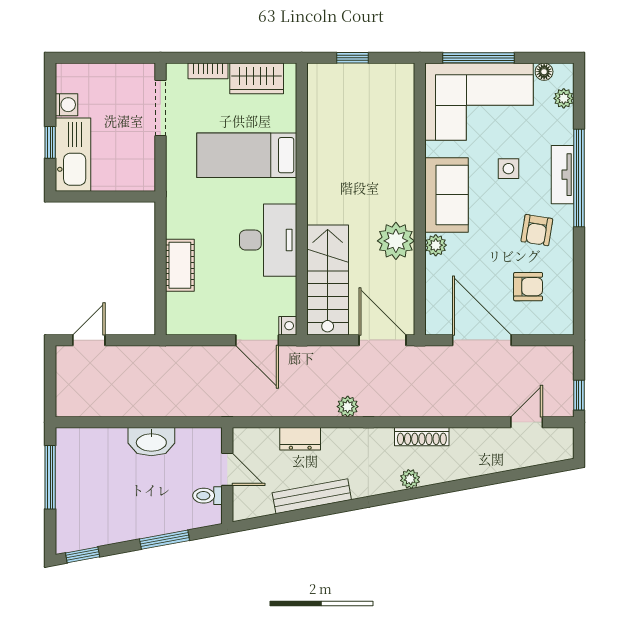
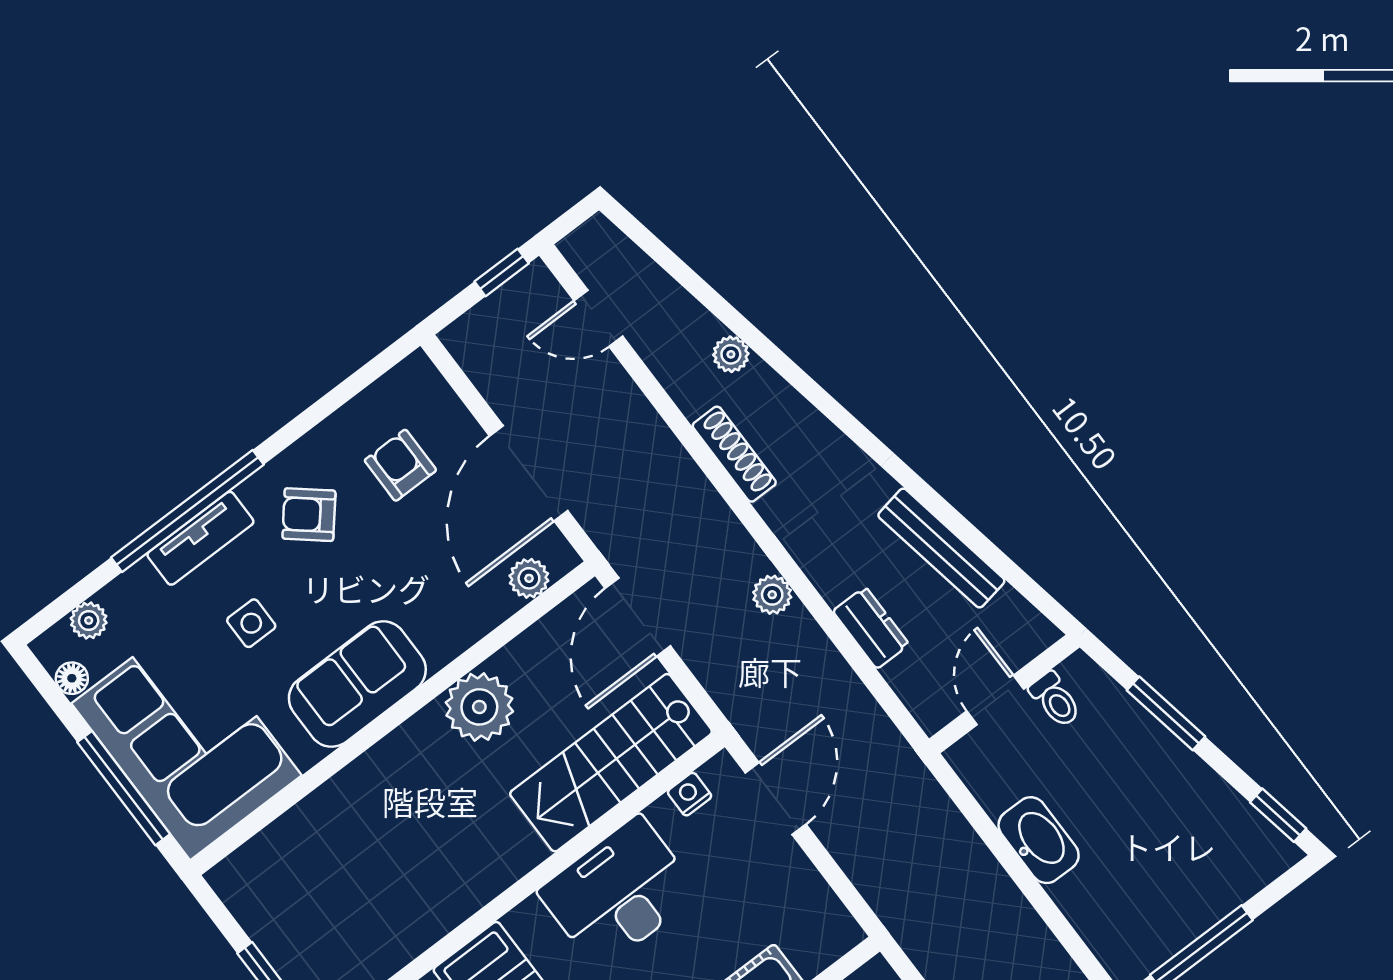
armchair: (537, 230) -> (309, 515), turned -149
plant: (436, 245) -> (529, 578), moved
nightstand: (288, 326) -> (689, 794), moved
plant: (410, 479) -> (731, 354), moved

